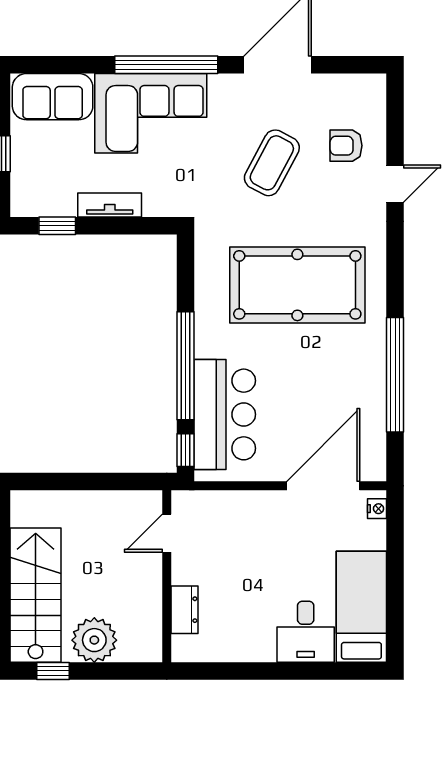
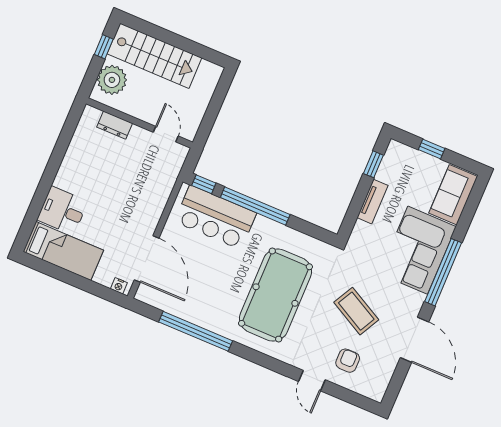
door: (167, 533) -> (166, 134), moved
wall: (167, 576) -> (139, 123), moved
dresser: (184, 610) -> (115, 125), moved

